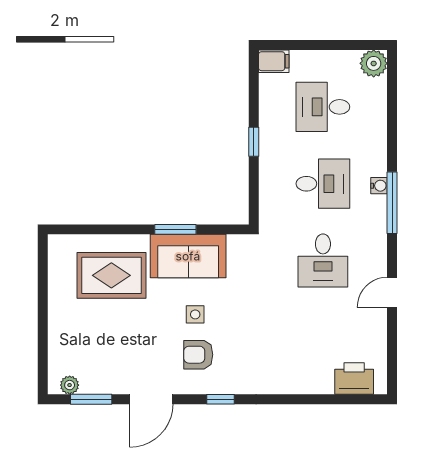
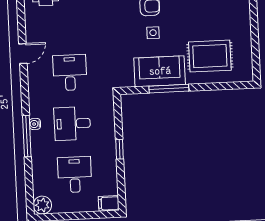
desk: (323, 107) -> (75, 175), turned -90
window: (392, 203) -> (27, 136), moved
window: (175, 229) -> (169, 89), width x1.44

